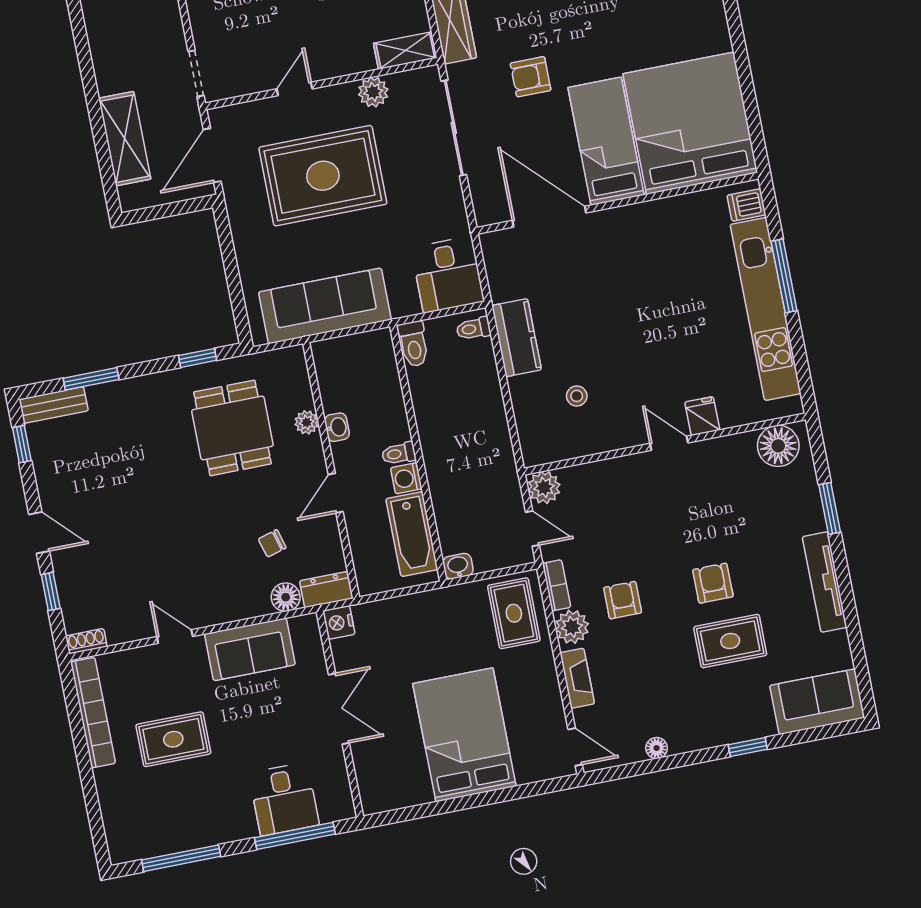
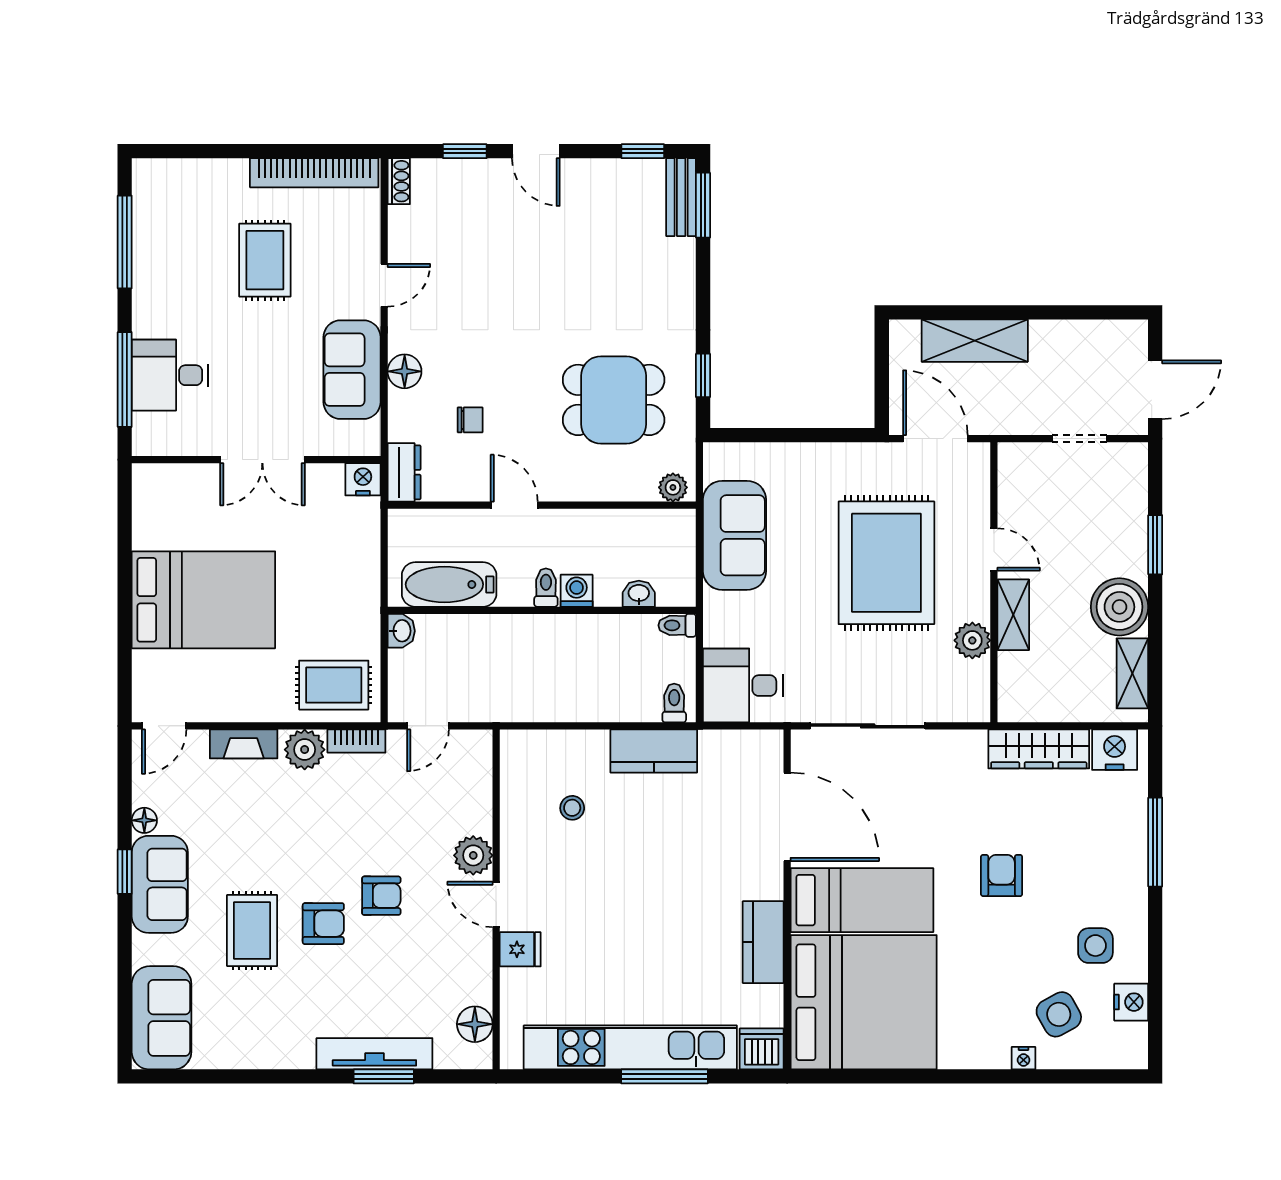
shelving: (405, 51) -> (1013, 615), moved
doorway: (196, 73) -> (1080, 439), moved
armchair: (531, 77) -> (1002, 875), moved
sliding door: (454, 128) -> (868, 726), moved
dishwasher: (746, 205) -> (762, 1049), width x1.38
kitchen counter: (657, 216) -> (763, 942), added
door: (549, 217) -> (787, 817), hinge flipped
sofa: (325, 306) -> (735, 535), width x0.73
toilet: (413, 344) -> (677, 625), width x0.73, depth x0.72
window: (91, 379) -> (703, 205), moved
plant: (307, 422) -> (673, 487), moved
washbasin: (337, 427) -> (639, 594), moved, turned 180
door: (669, 443) -> (496, 904), swing flipped
floor lamp: (778, 446) -> (475, 1024), width x0.73, depth x0.73
washing machine: (406, 478) -> (577, 591), moved
plant: (544, 487) -> (473, 855), moved
door: (39, 533) -> (536, 151), hinge flipped
chair: (272, 543) -> (470, 420), turned 106
tv unit: (825, 582) -> (374, 1054), moved
floor lamp: (286, 597) -> (405, 371), moved
armchair: (623, 600) -> (381, 896), moved
sofa: (707, 725) -> (160, 884), added
window: (748, 747) -> (125, 872), moved

